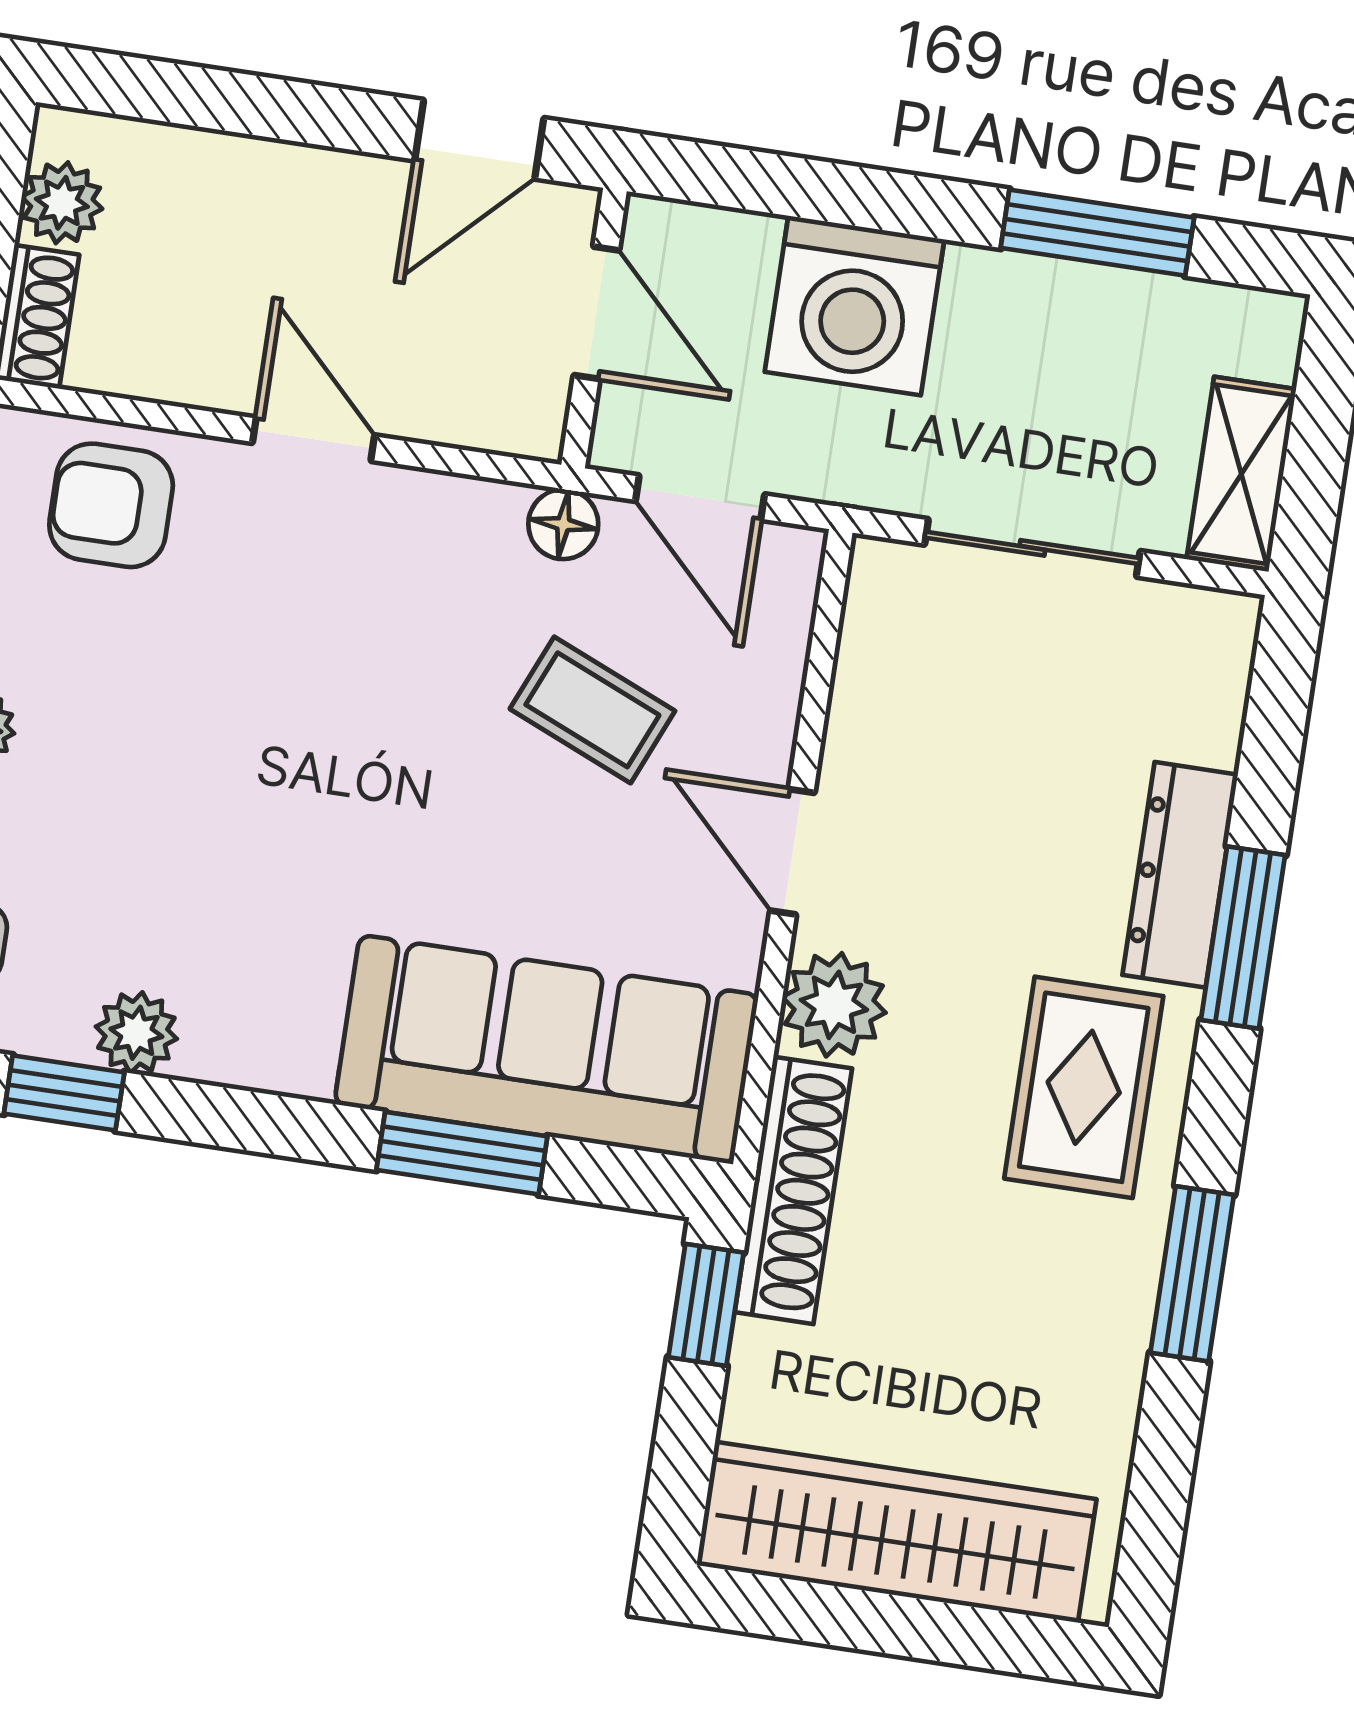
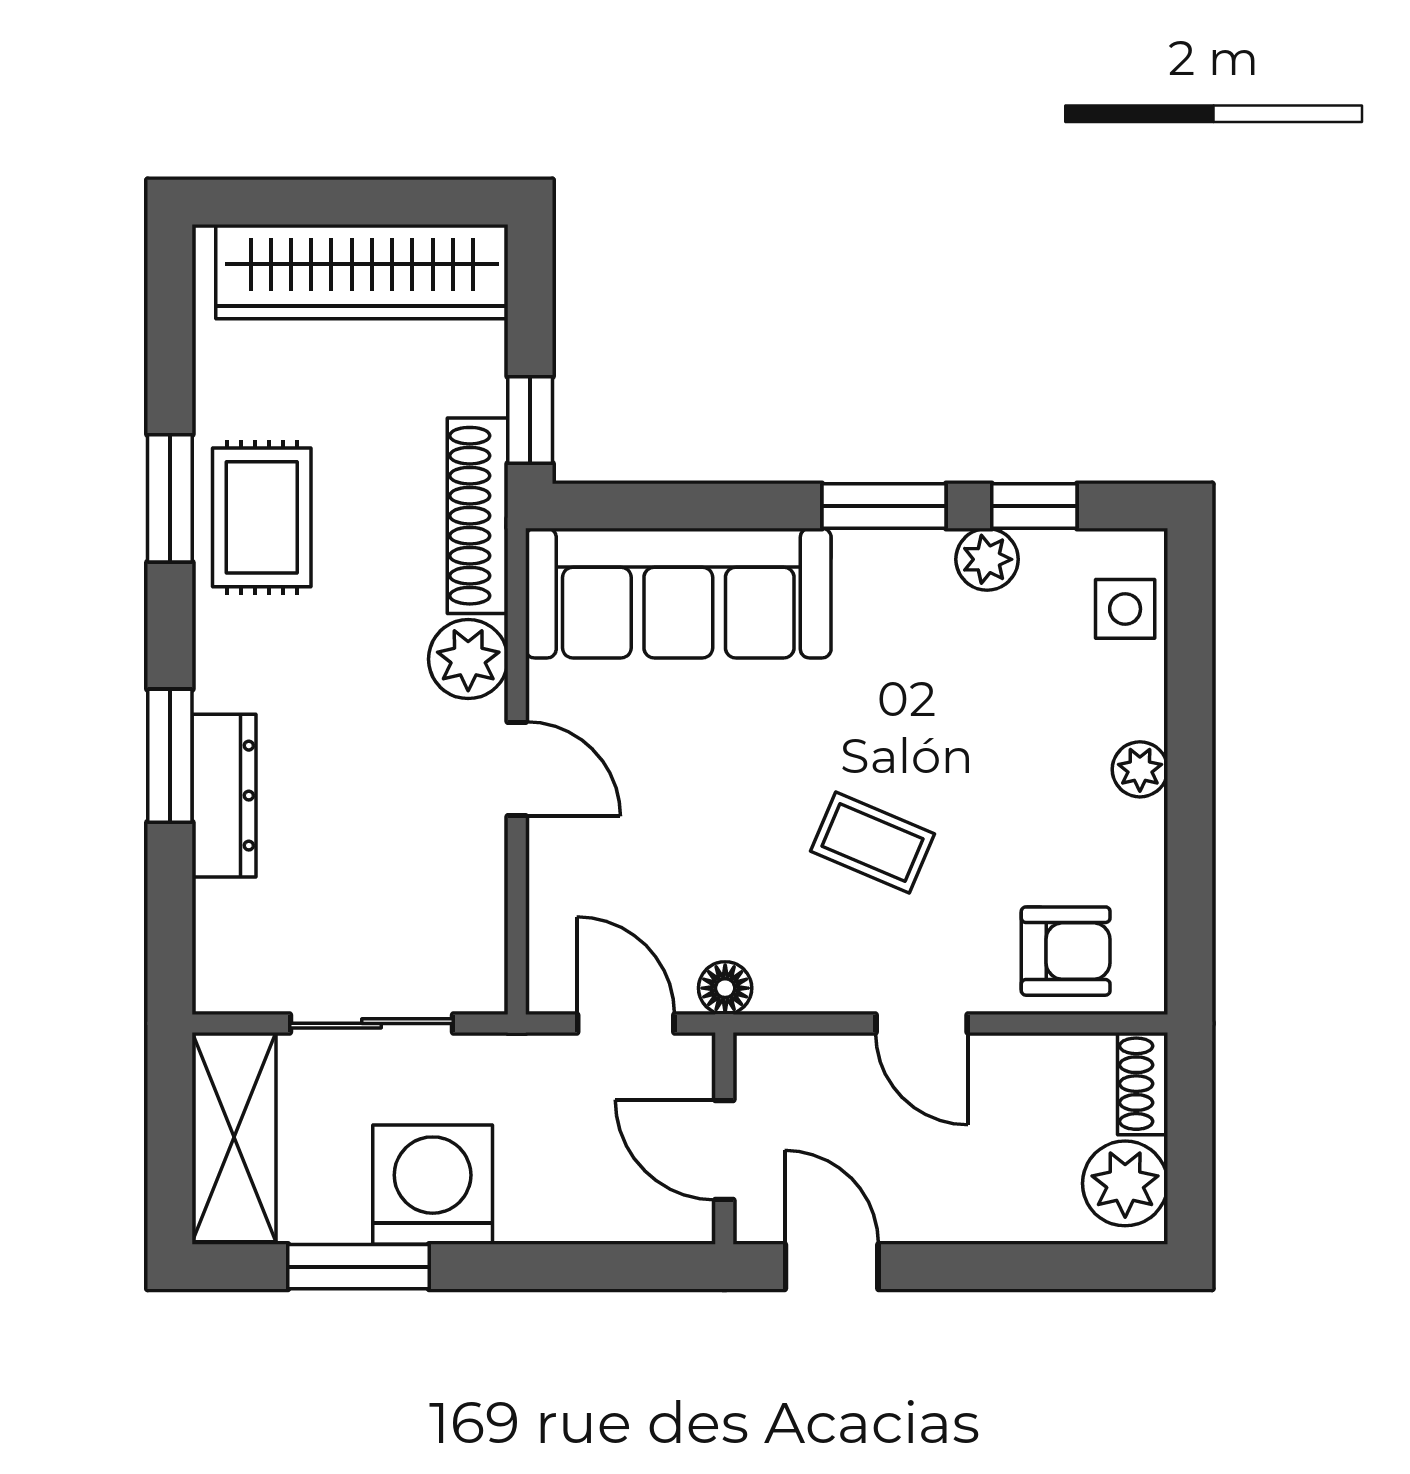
door: (479, 139) -> (832, 1267), hinge flipped
plant: (62, 203) -> (1125, 1183), width x1.38, depth x1.38
washing machine: (855, 306) -> (433, 1185), moved
shelving: (1241, 474) -> (234, 1137), width x1.50, depth x1.33
coffee table: (592, 710) -> (872, 842), moved
rug: (1084, 1087) -> (262, 517), moved
window: (462, 1153) -> (884, 506), moved

